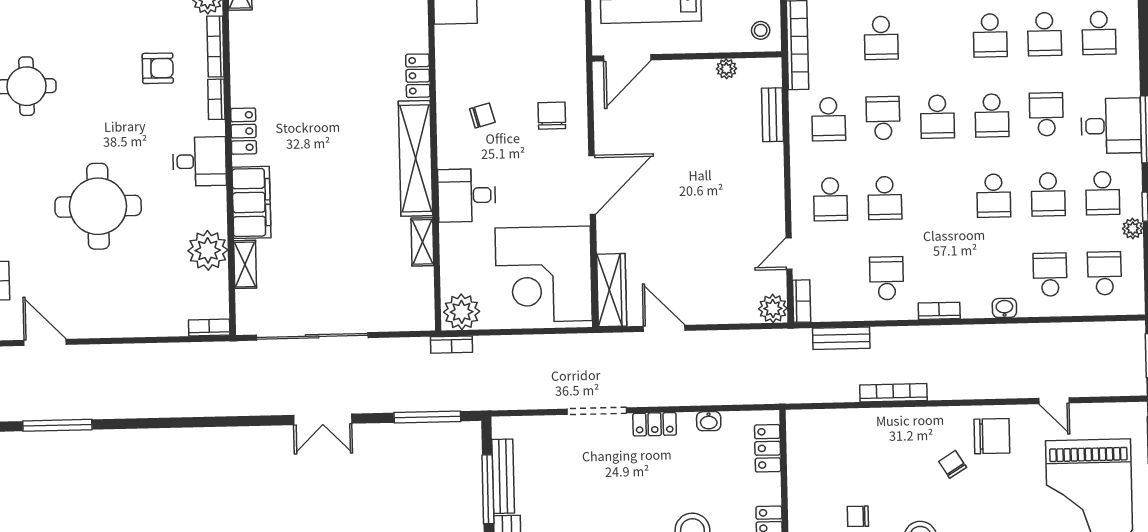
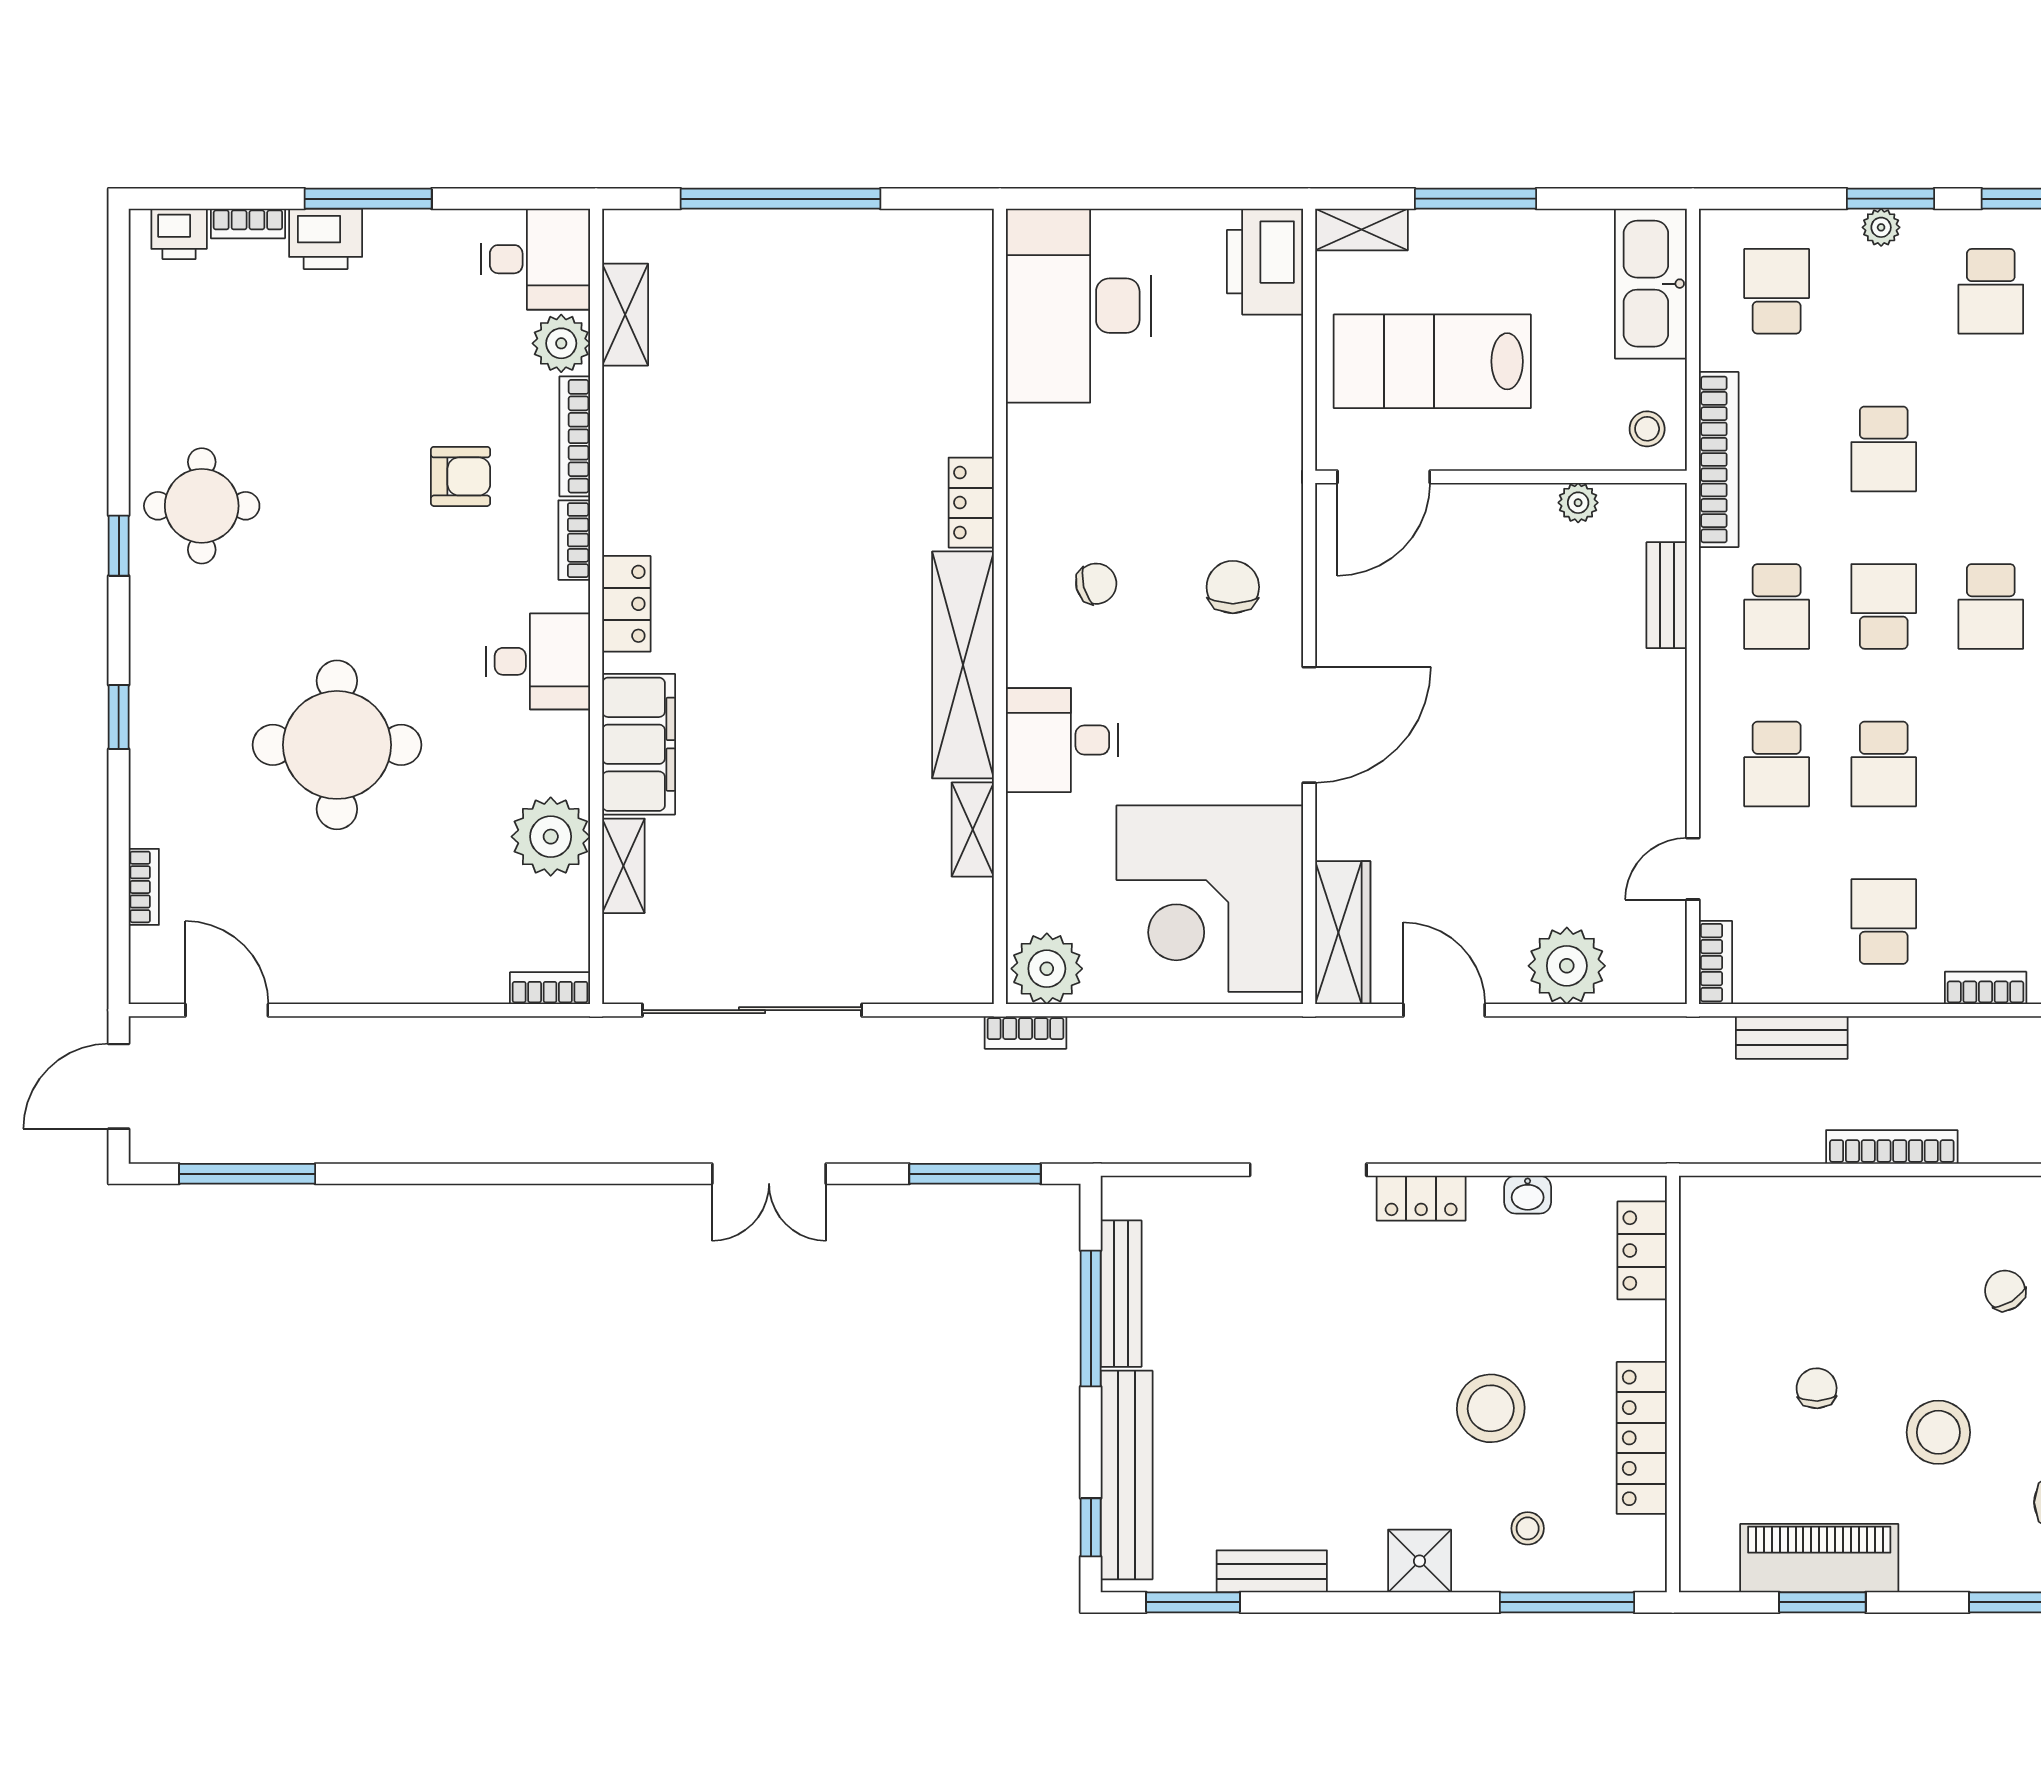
plant: (773, 309) -> (1567, 966), moved, width x1.36, depth x1.36
chair: (858, 516) -> (1817, 1388), turned 88

